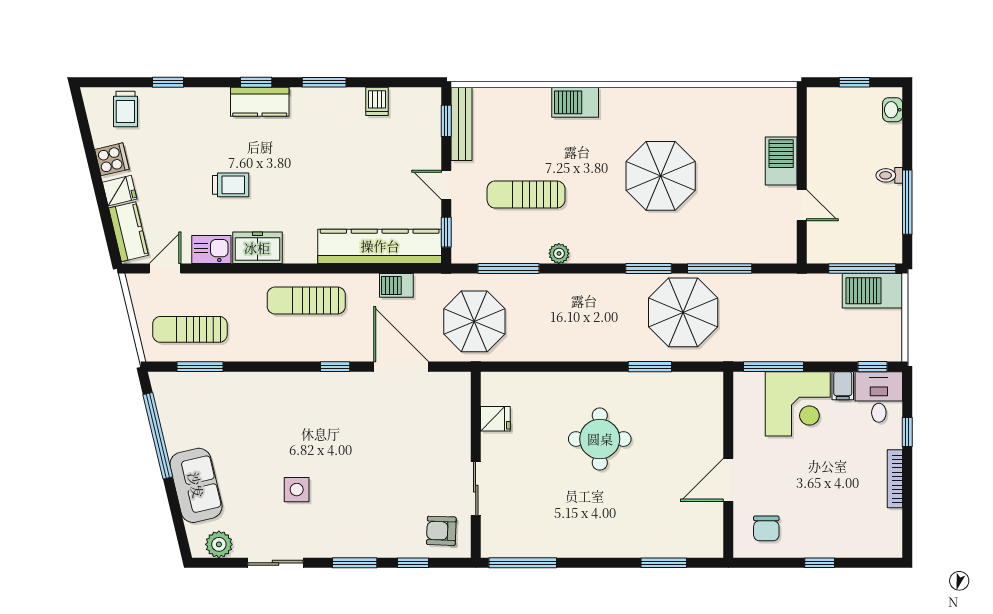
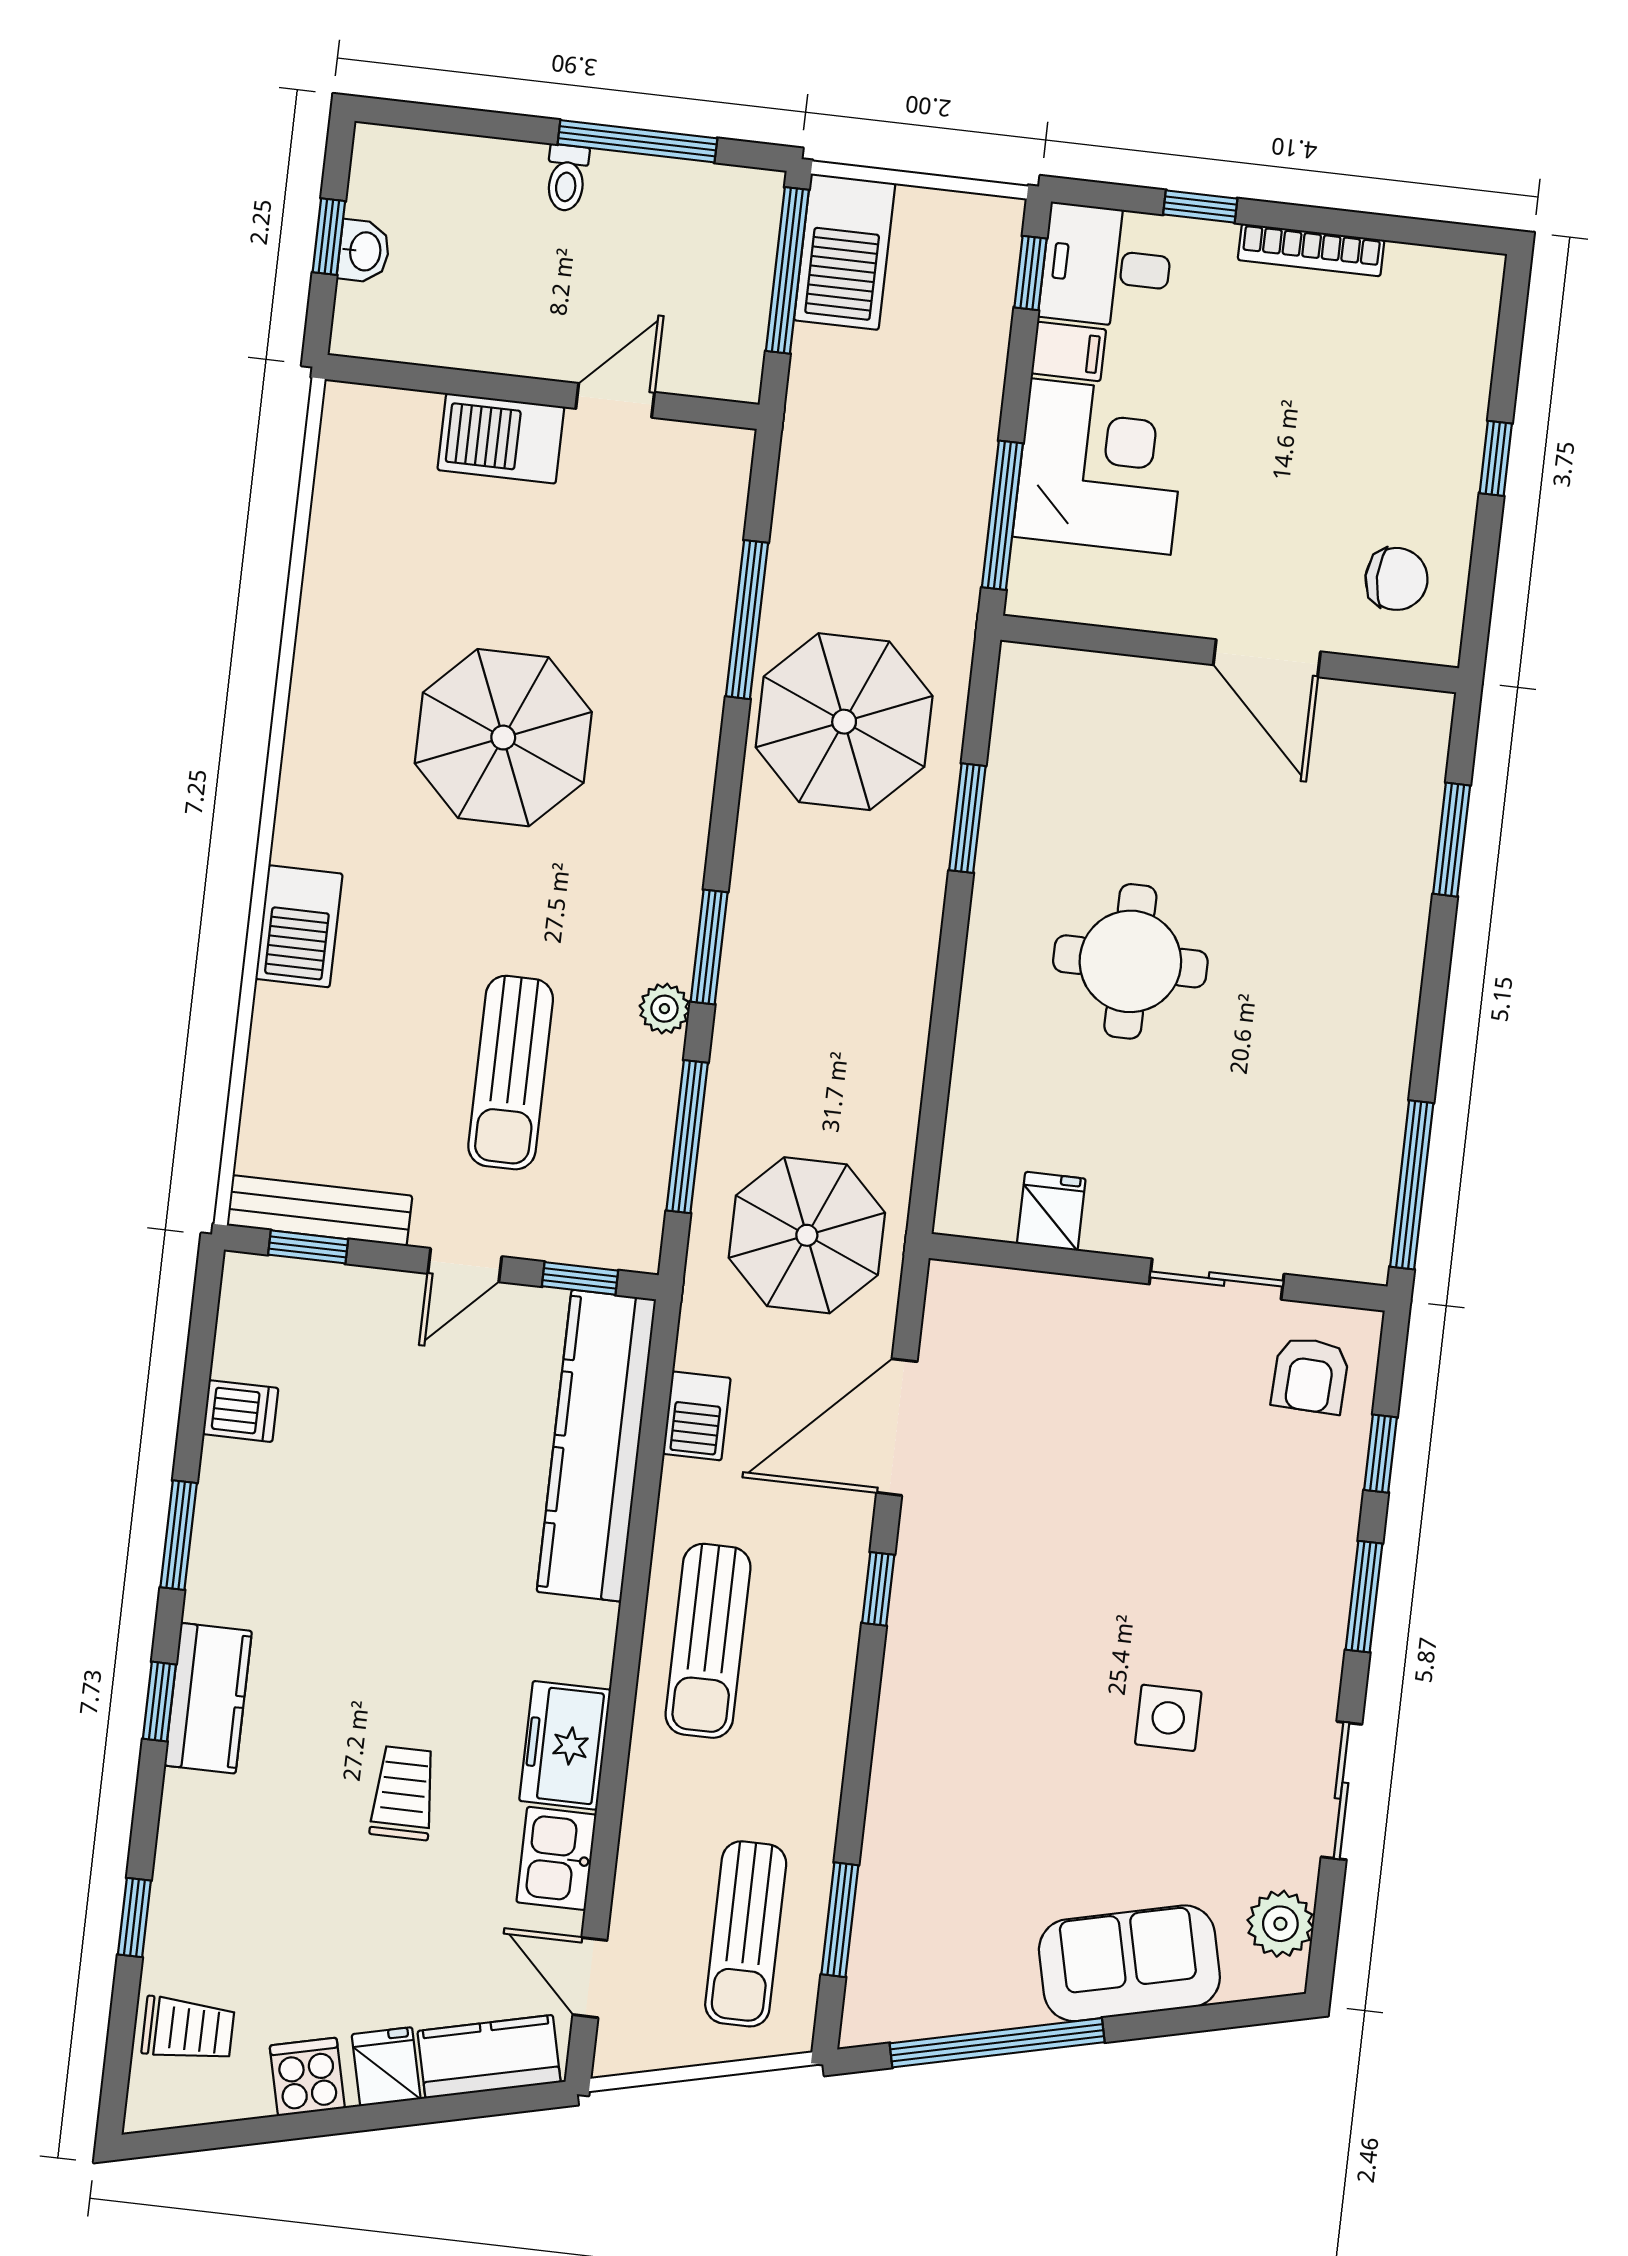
washbasin: (893, 110) -> (364, 251), moved, turned -90
window: (649, 269) -> (709, 947), moved

